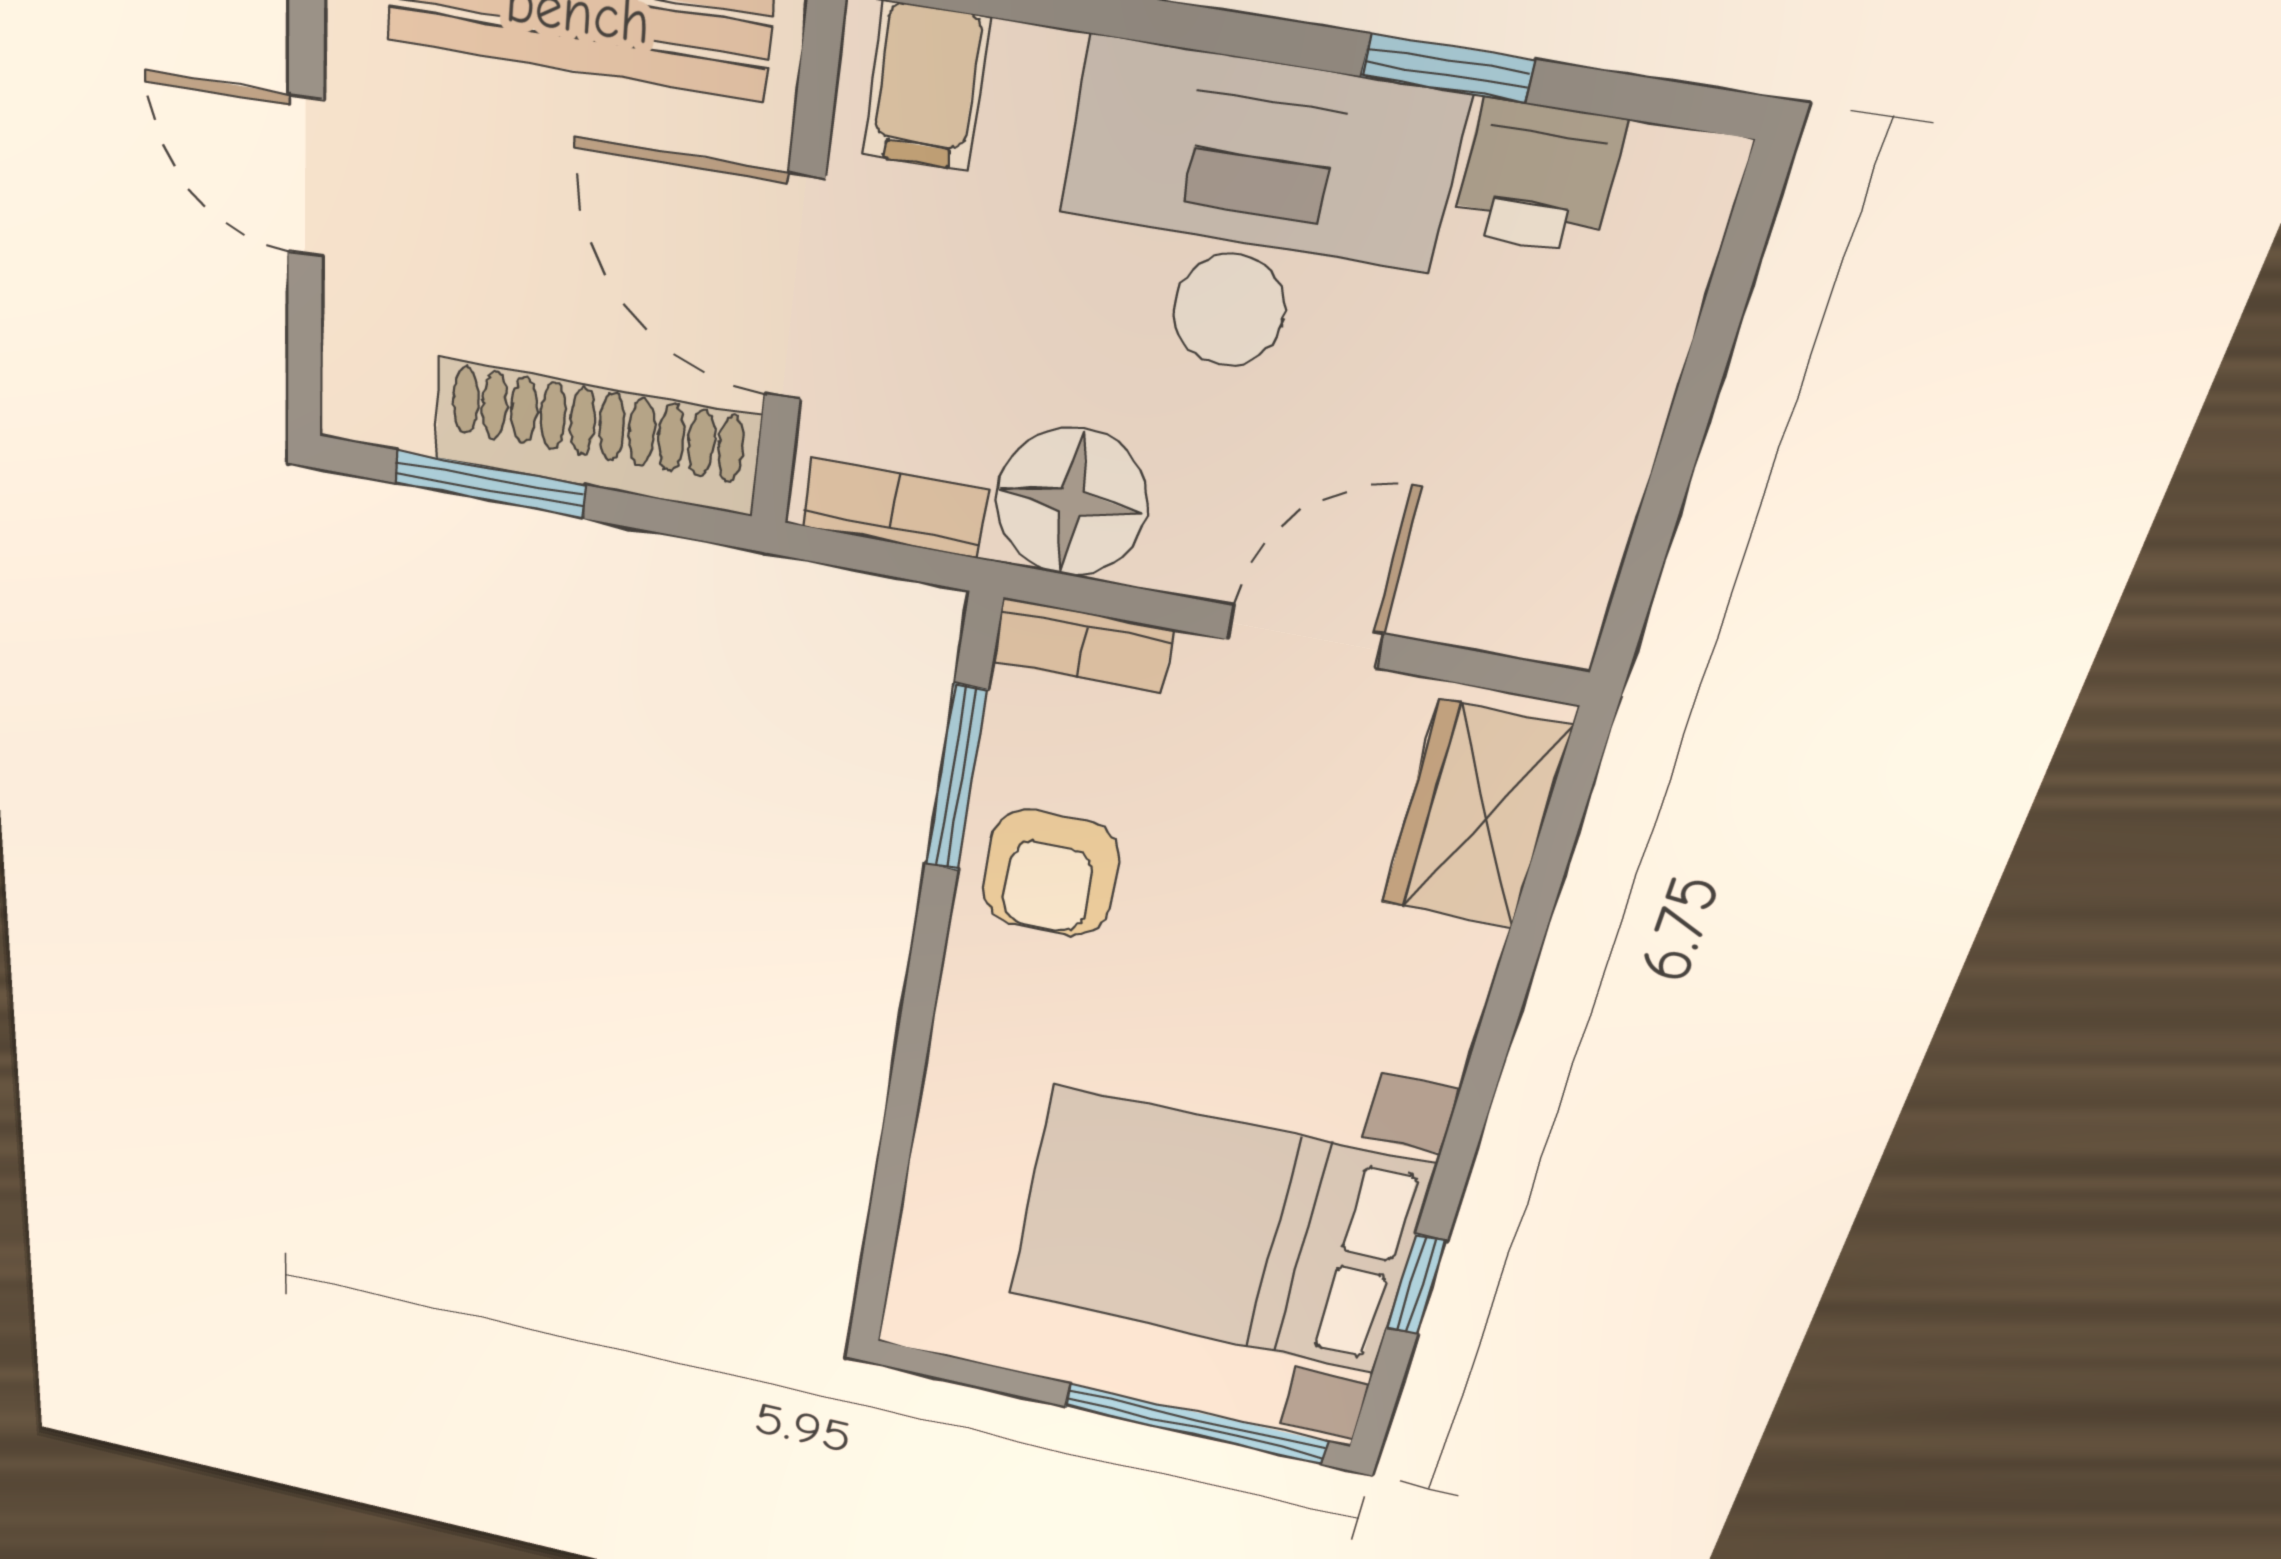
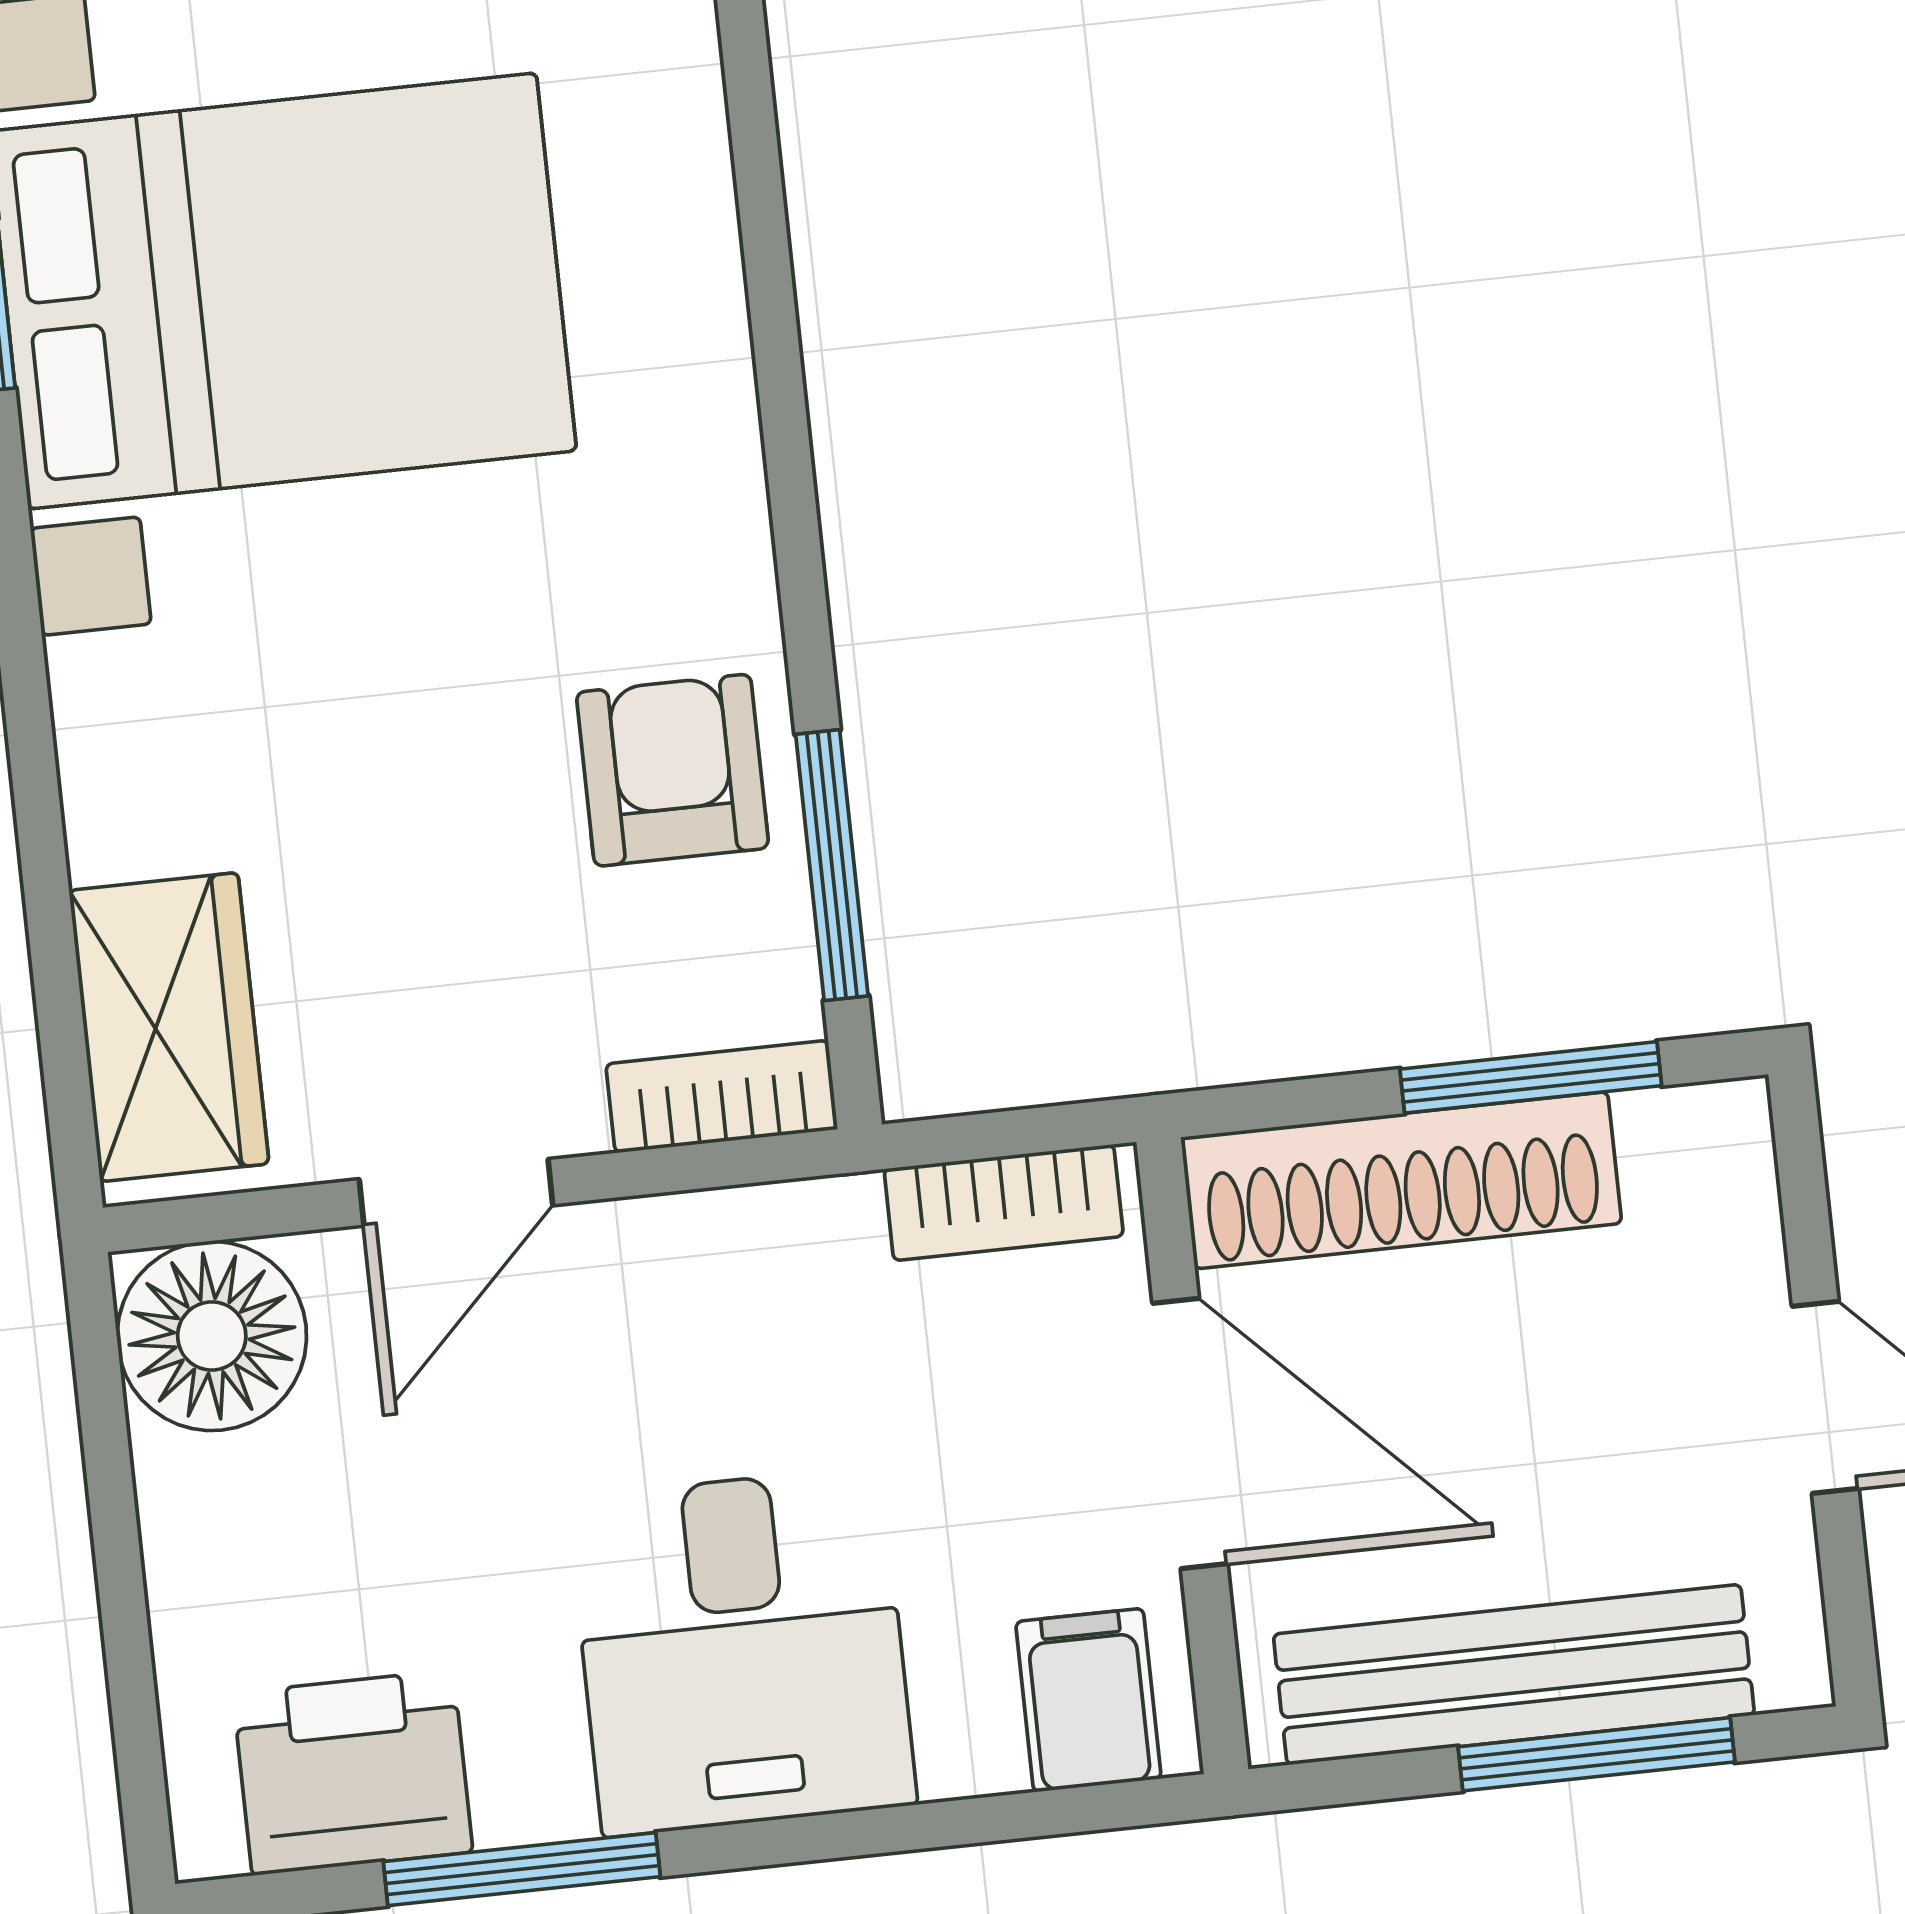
window: (1447, 68) -> (522, 1869), width x1.50
printer: (1539, 176) -> (353, 1773), width x1.36, depth x1.24
desk: (1248, 219) -> (742, 1651), width x0.73
floor lamp: (1072, 502) -> (212, 1336), moved

